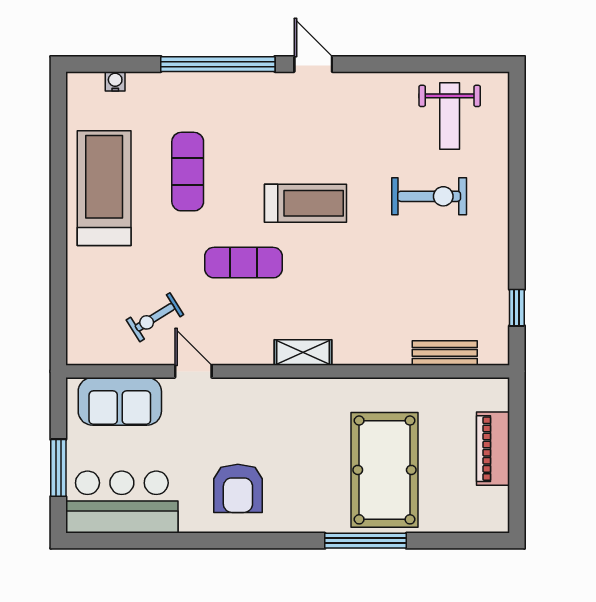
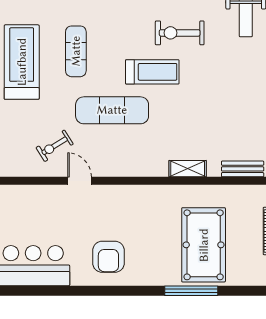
exercise bike: (429, 196) -> (180, 33), moved, turned 180
exercise mat: (244, 263) -> (112, 110), width x1.36, depth x1.45
shelving: (303, 352) -> (188, 169), moved
sofa: (120, 401) -> (32, 200), removed

